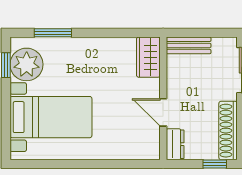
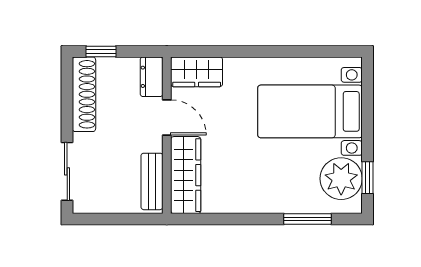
bench: (189, 45) -> (152, 181), moved, turned 90
wardrobe: (148, 57) -> (186, 175), width x1.50
wardrobe: (140, 148) -> (197, 72), added

